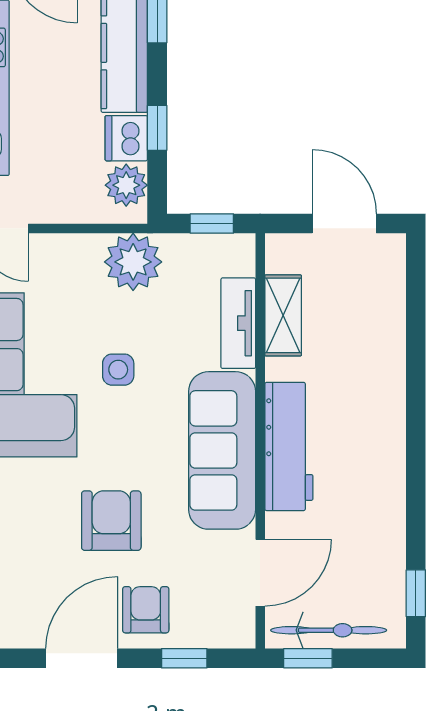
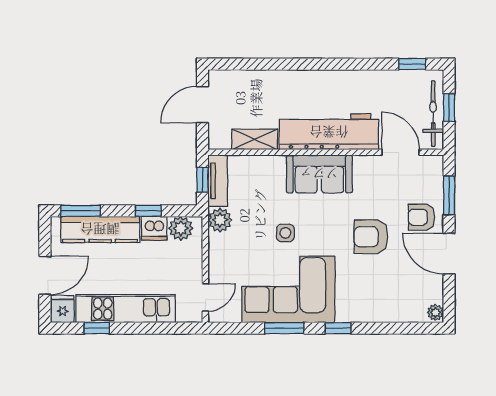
plant: (133, 262) -> (220, 220), width x0.73, depth x0.73
tv unit: (238, 323) -> (218, 181), moved, turned -90
workbench: (289, 446) -> (329, 132), width x1.36, depth x1.32
sofa: (222, 450) -> (319, 174), width x0.73
window: (184, 658) -> (449, 195), width x1.50
window: (308, 658) -> (449, 107), moved

